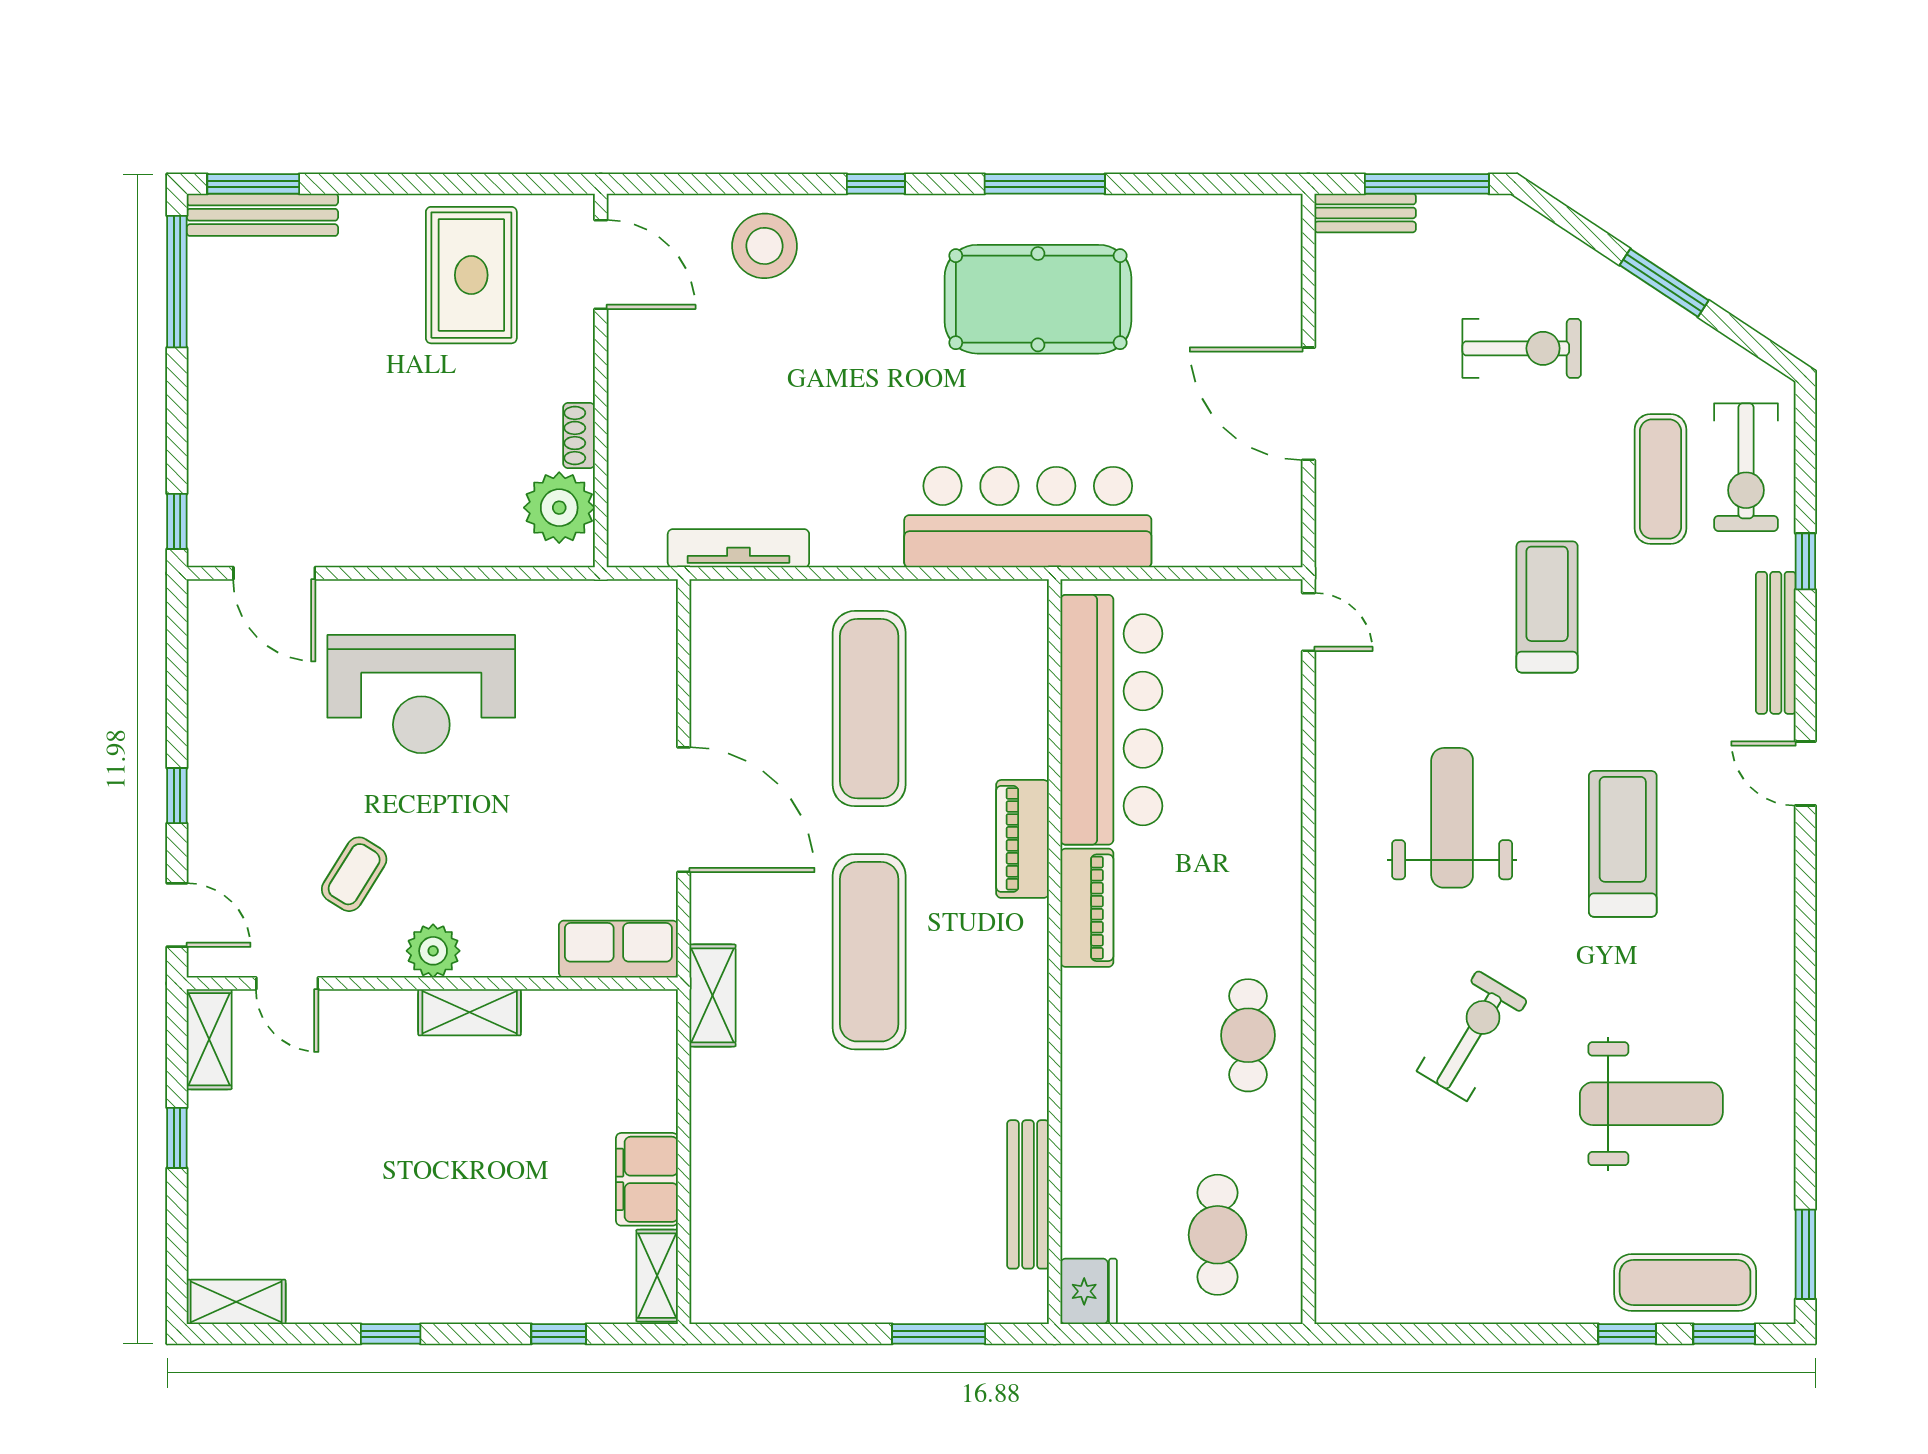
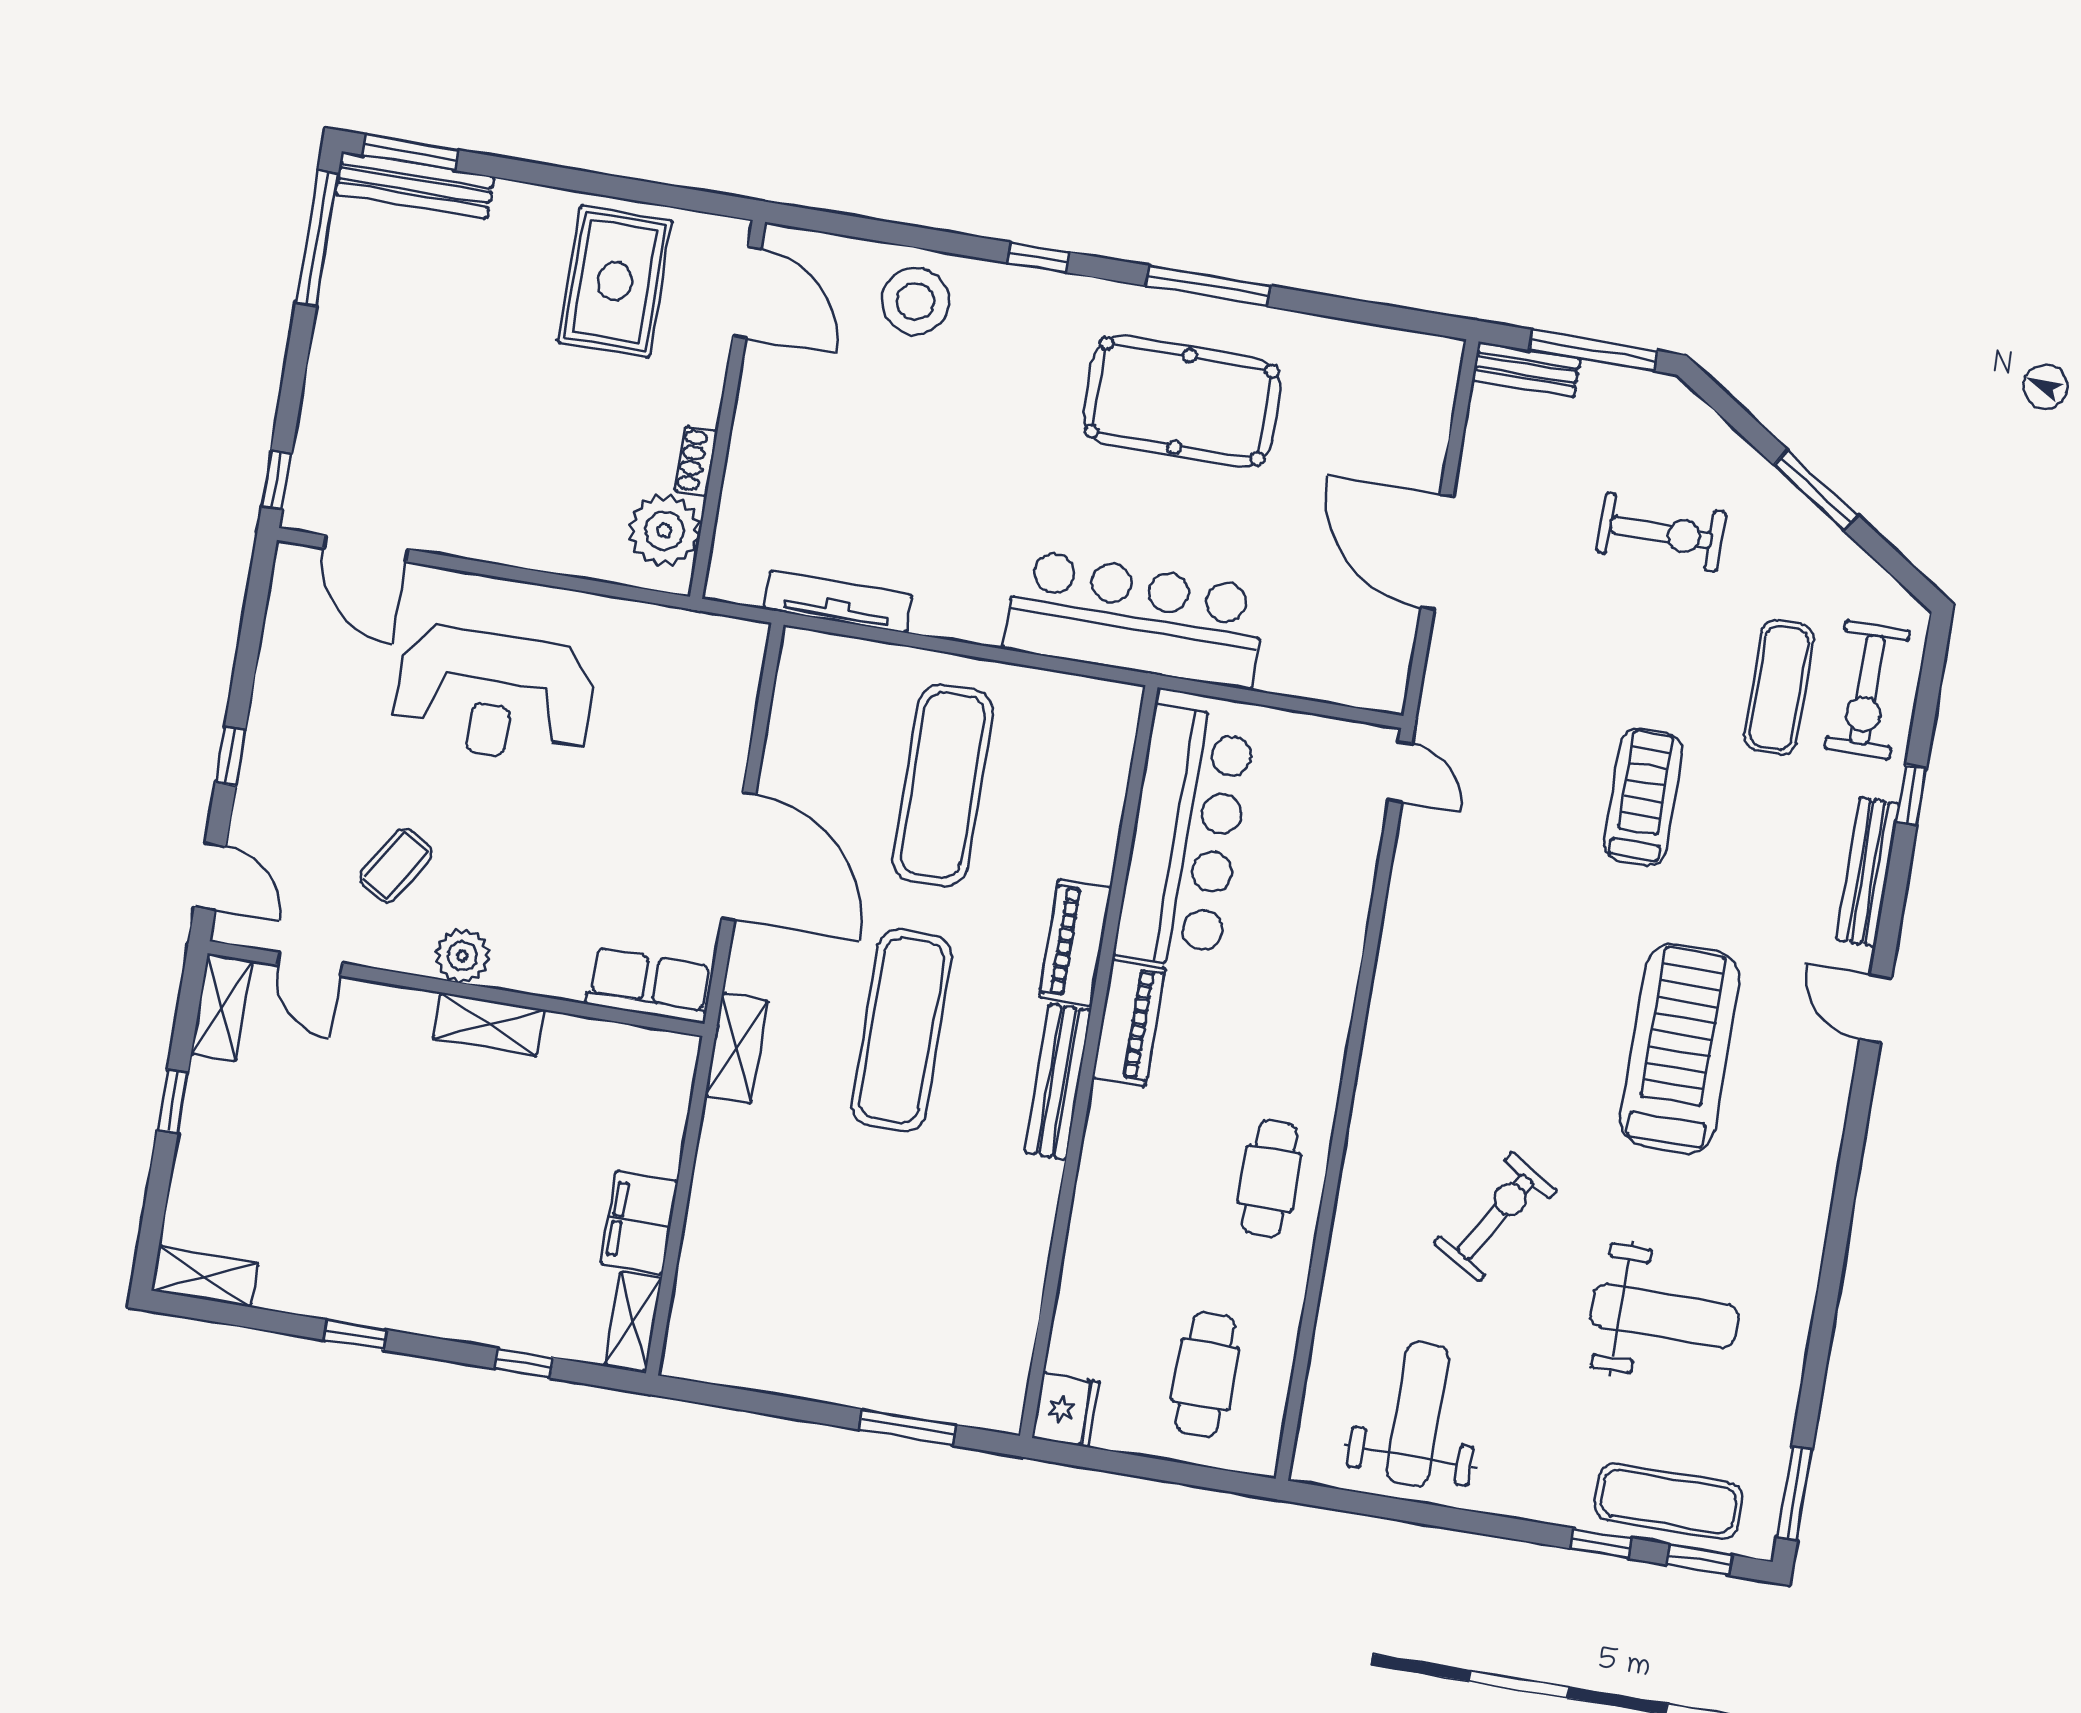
weight bench: (1452, 818) -> (1417, 1414), moved
treadmill: (1623, 844) -> (1680, 1049), width x1.37, depth x1.37
bench: (1028, 1194) -> (1058, 1082), moved

